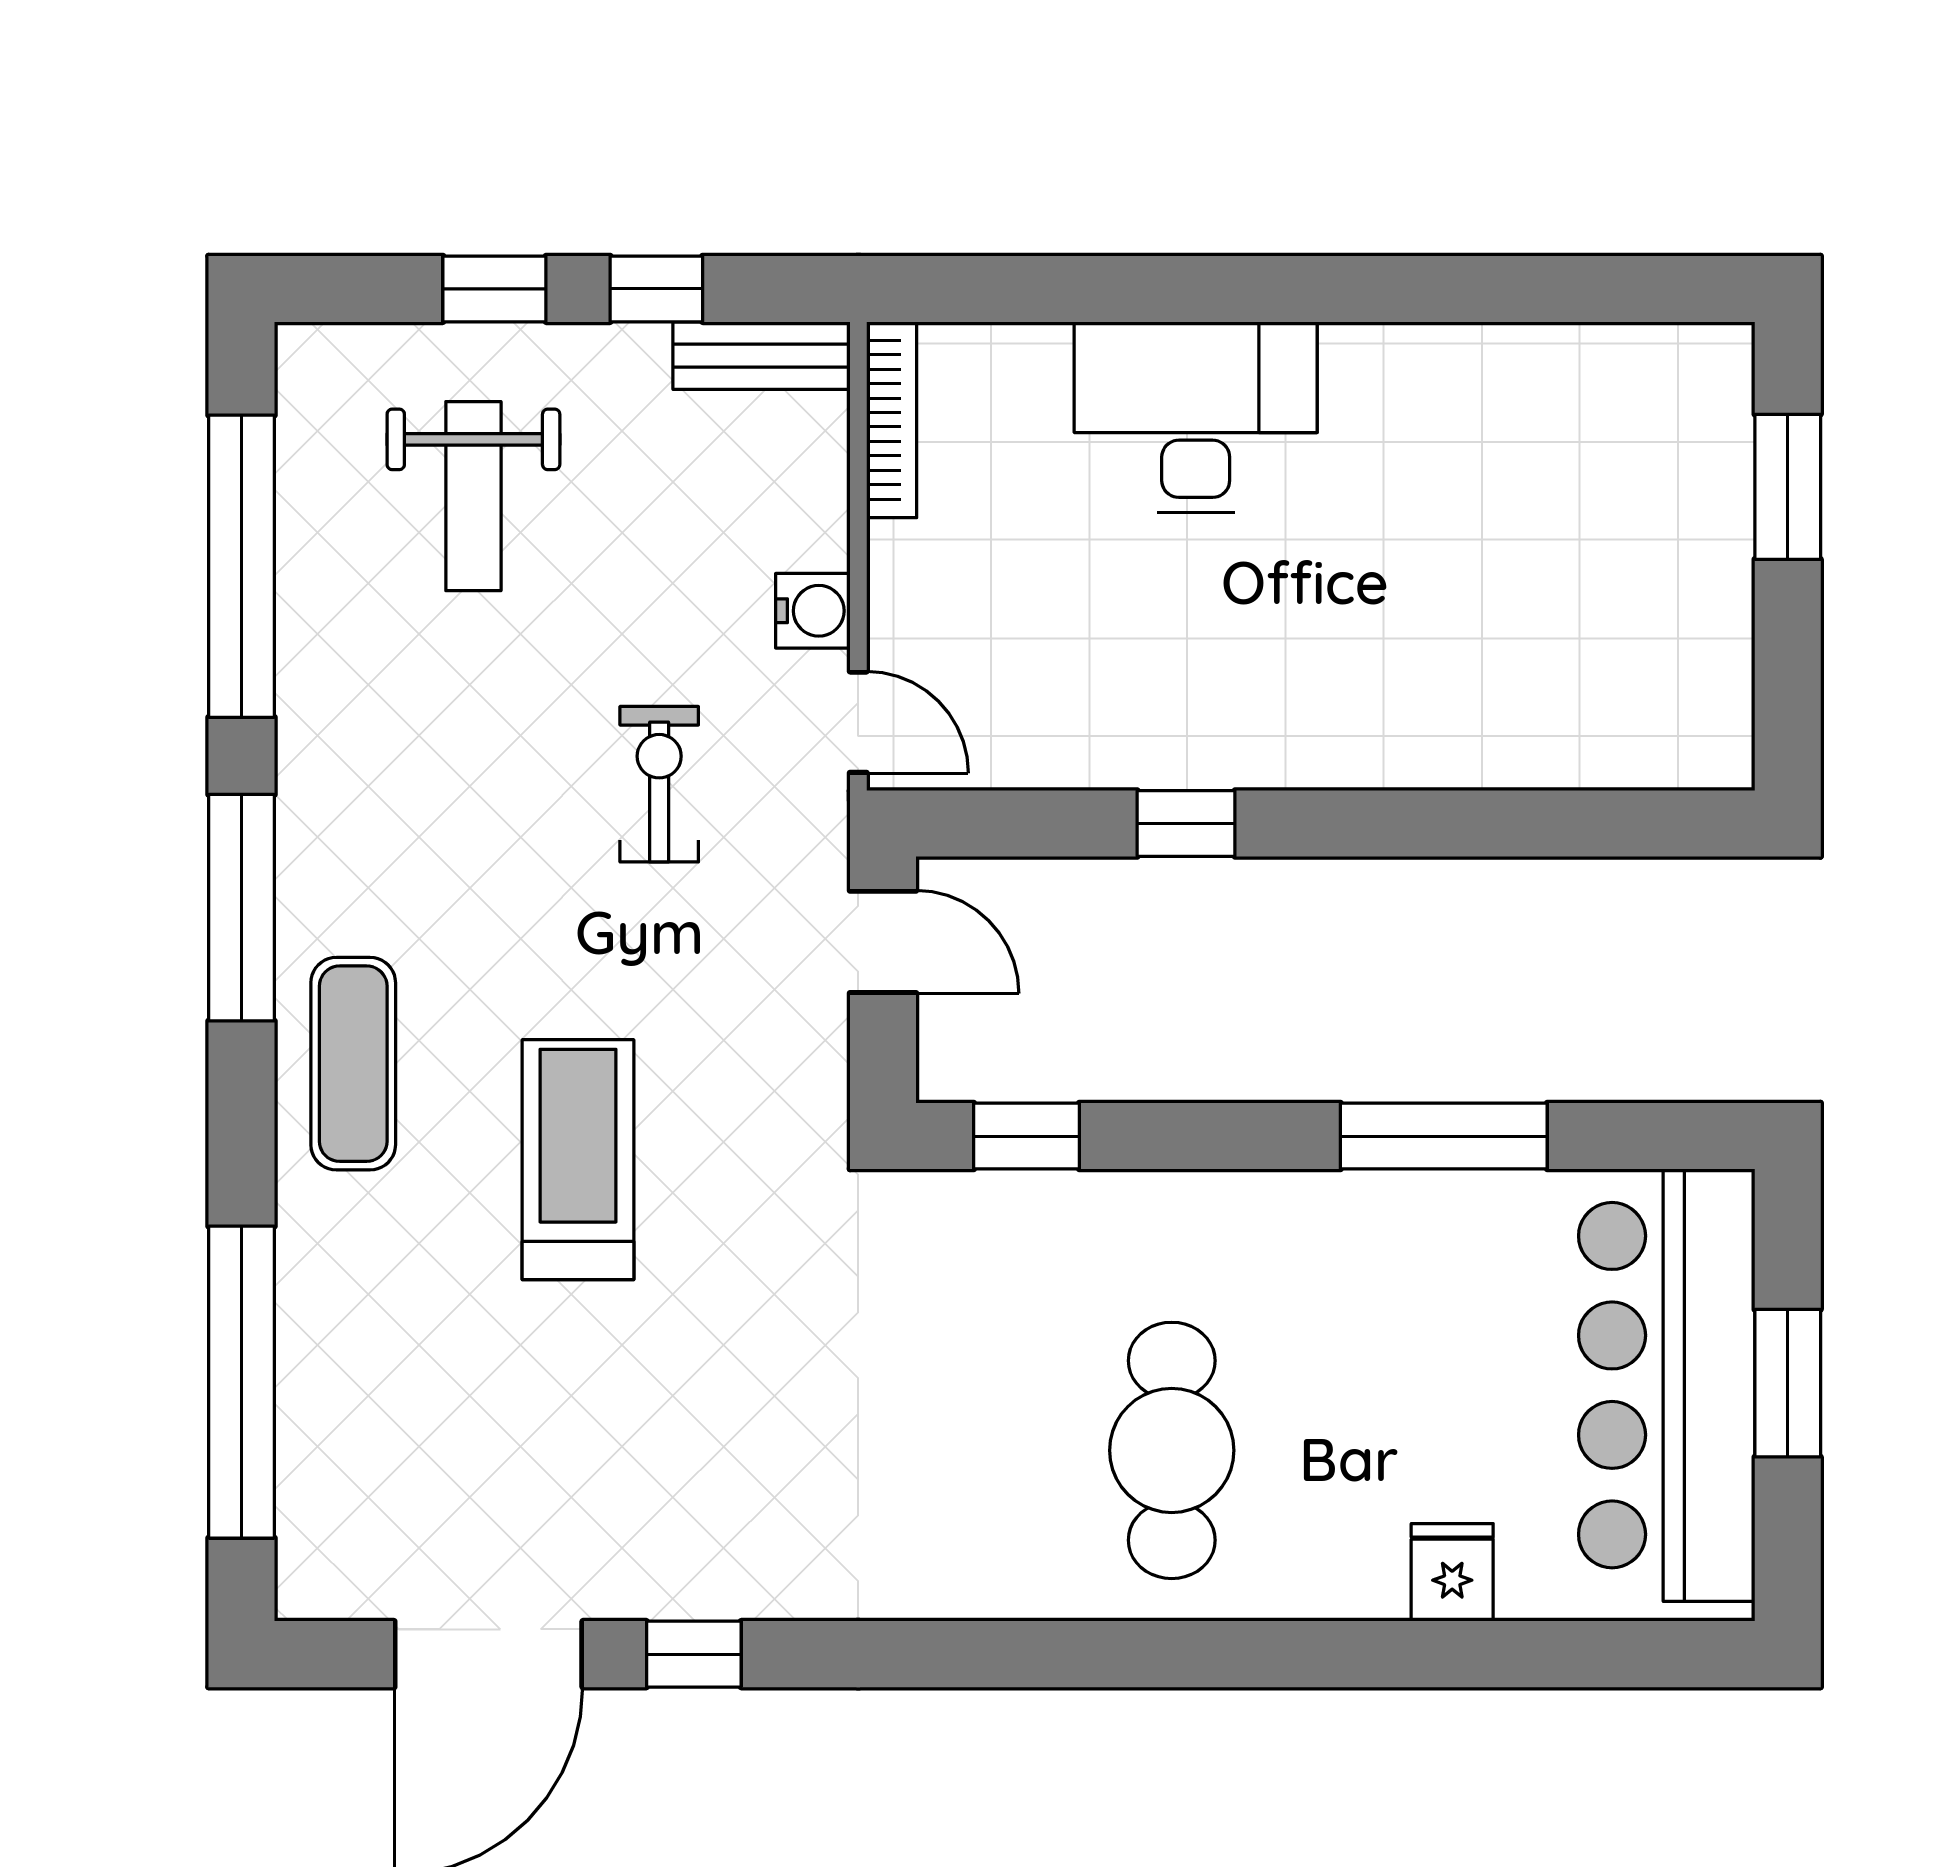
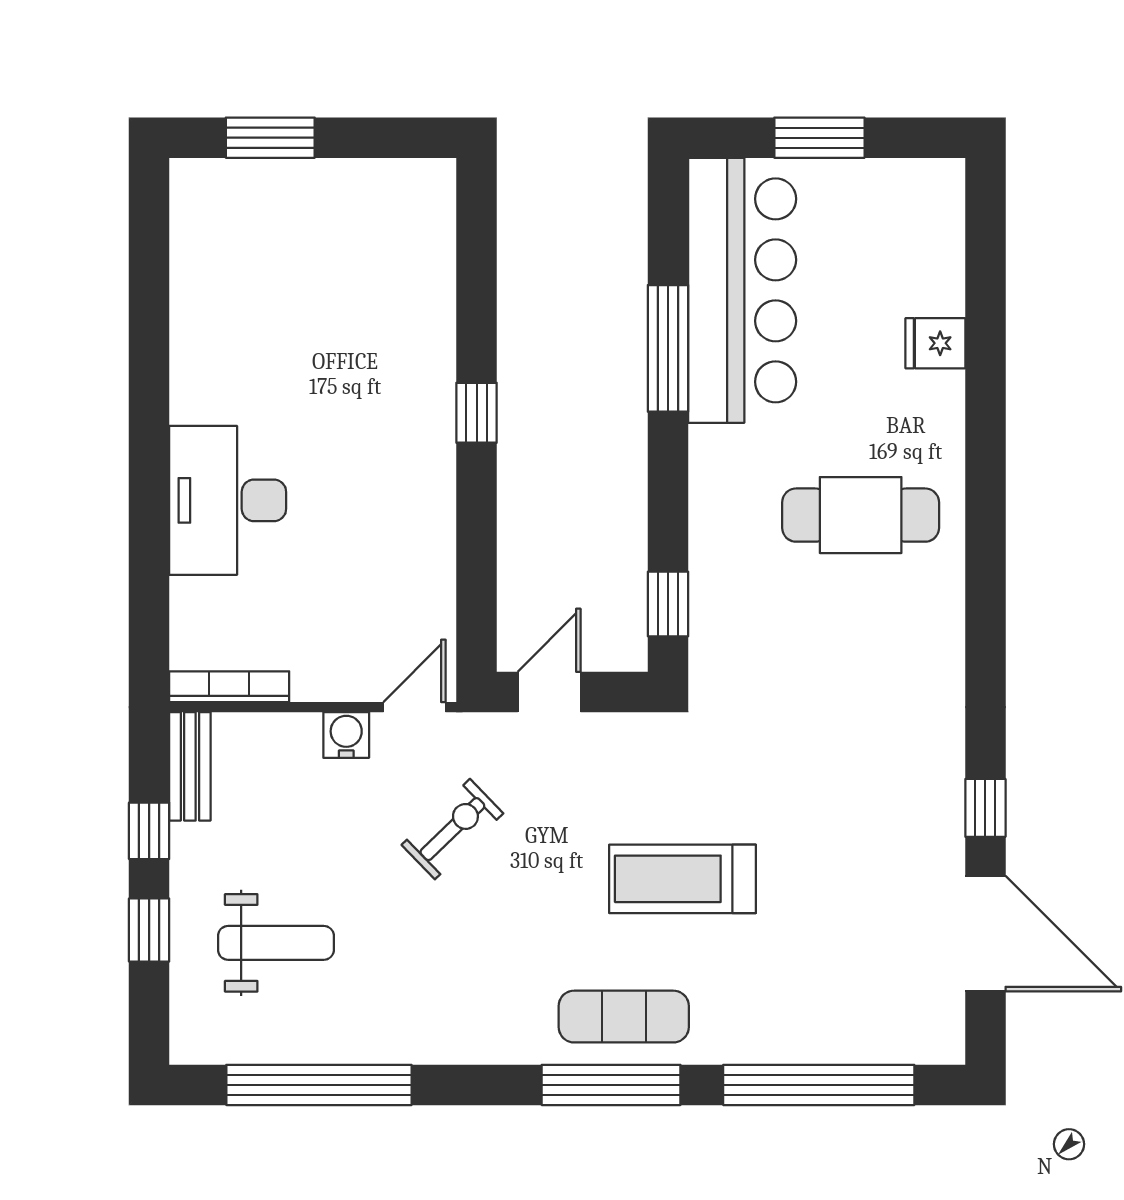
exercise bike: (659, 784) -> (452, 829), turned 136
window: (1186, 823) -> (477, 413), moved
window: (242, 908) -> (611, 1085), moved
bar counter: (1667, 1385) -> (742, 290), moved, turned -90

